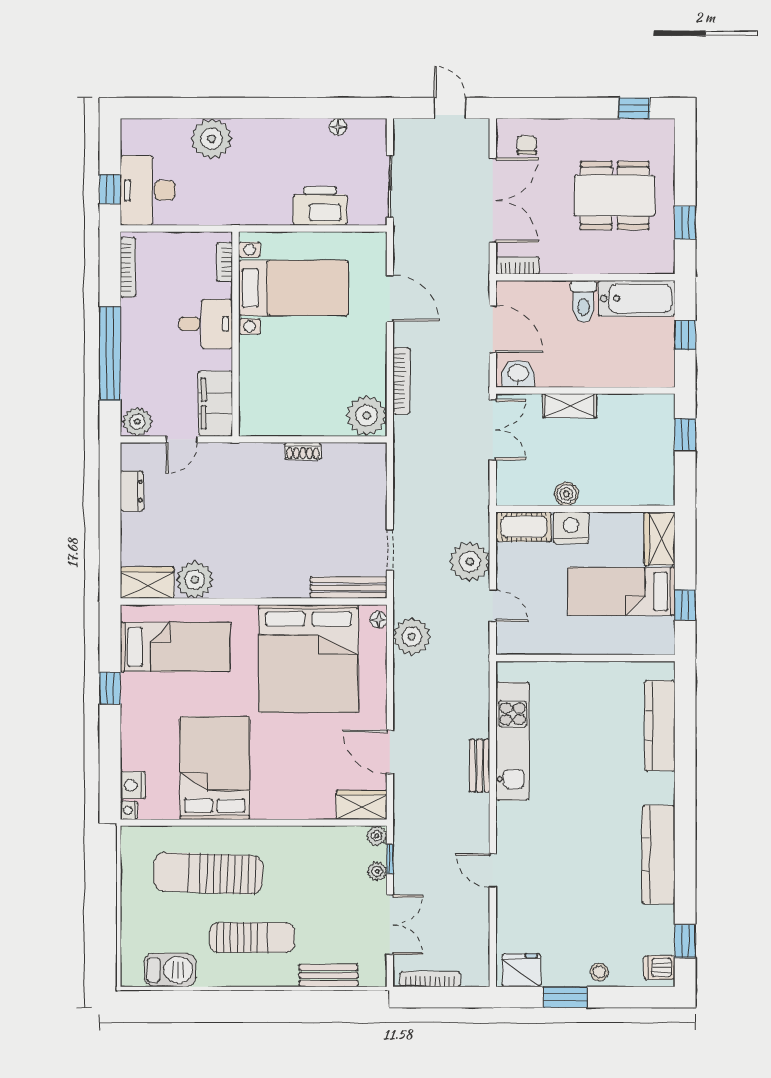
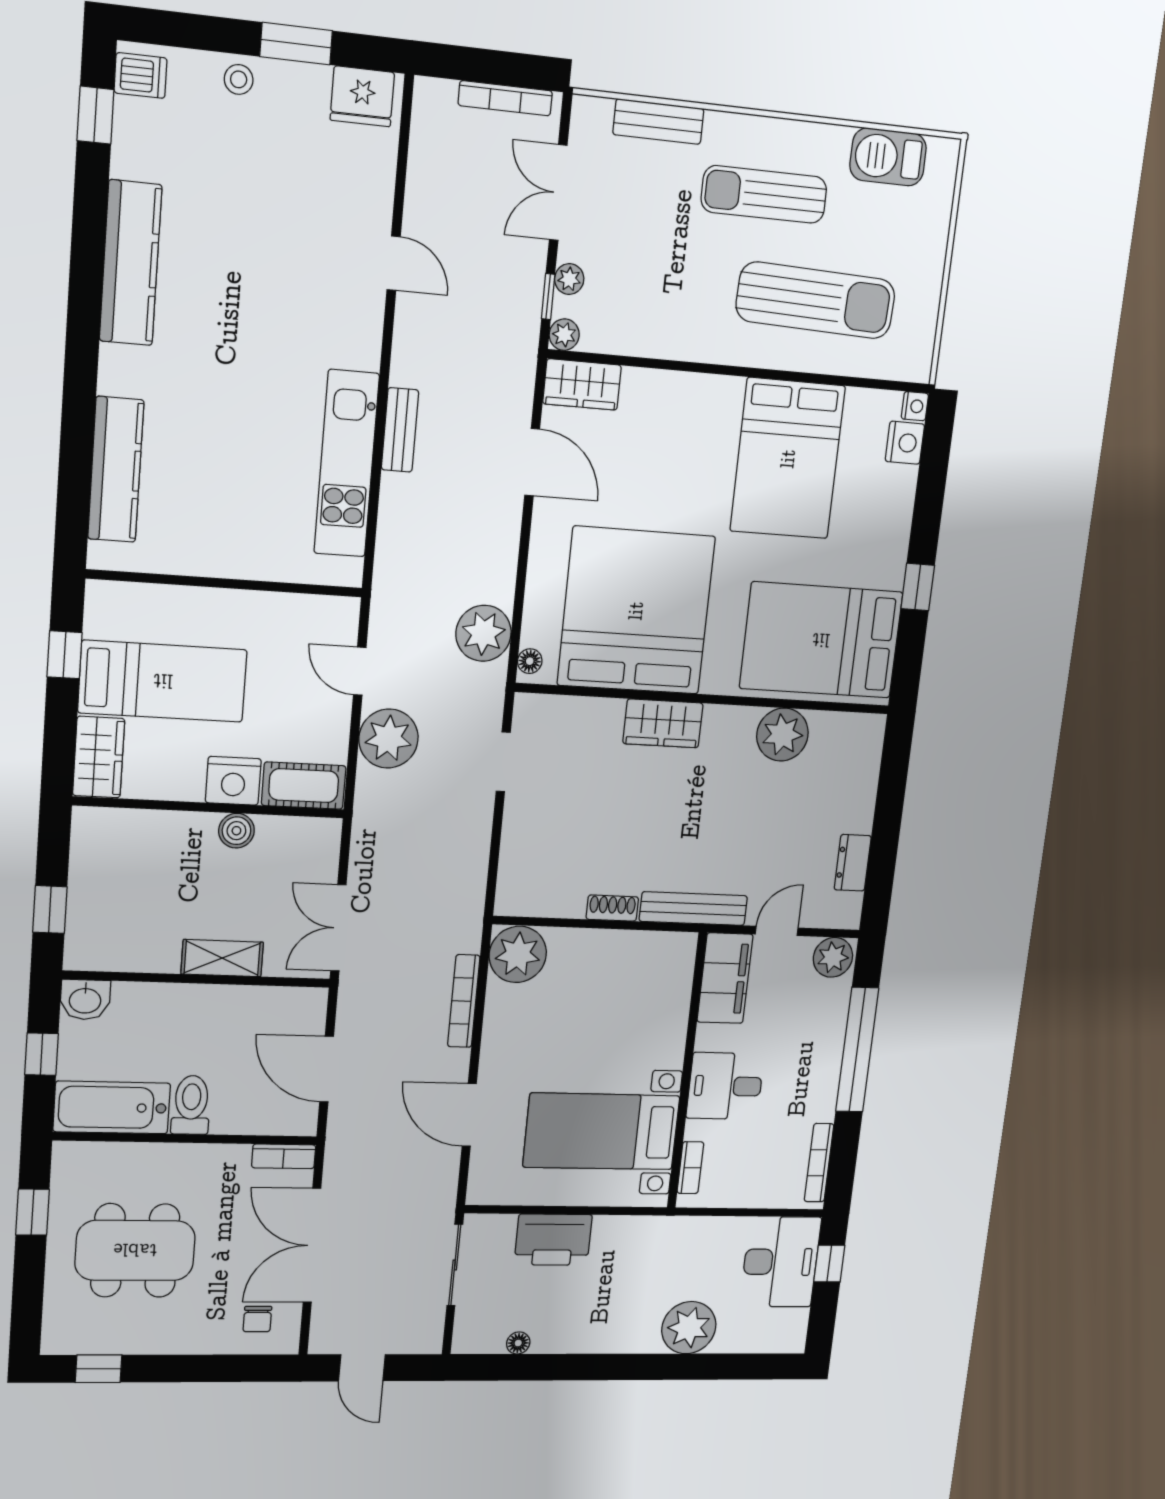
washbasin: (518, 374) -> (85, 1000), moved
wardrobe: (147, 583) -> (663, 723), moved
bench: (348, 588) -> (693, 909), moved
bed: (175, 647) -> (821, 640), width x1.50

